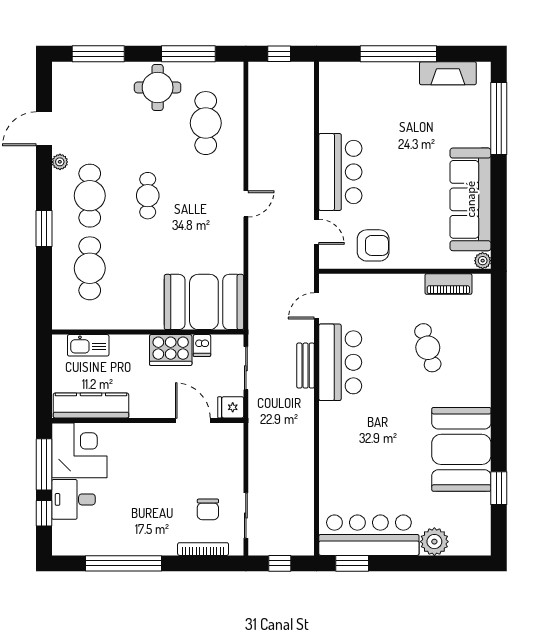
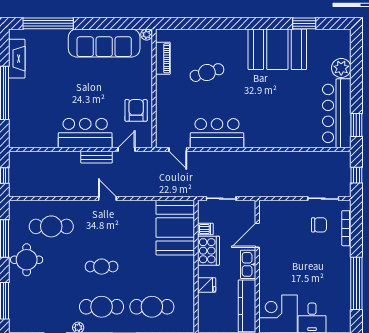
kitchen sink: (88, 345) -> (248, 264), moved, turned 180
bench: (306, 366) -> (96, 157), moved
fridge: (231, 407) -> (207, 285), moved, turned -90

